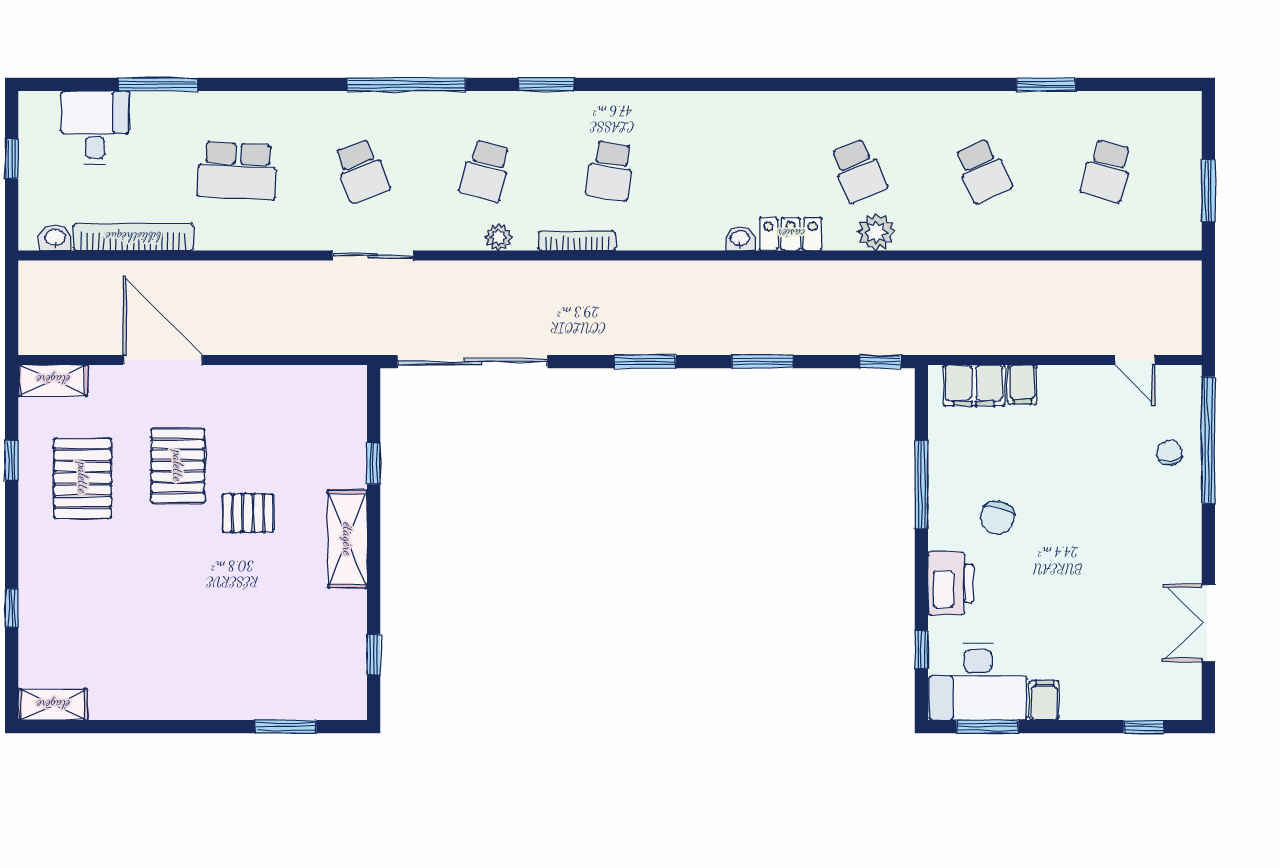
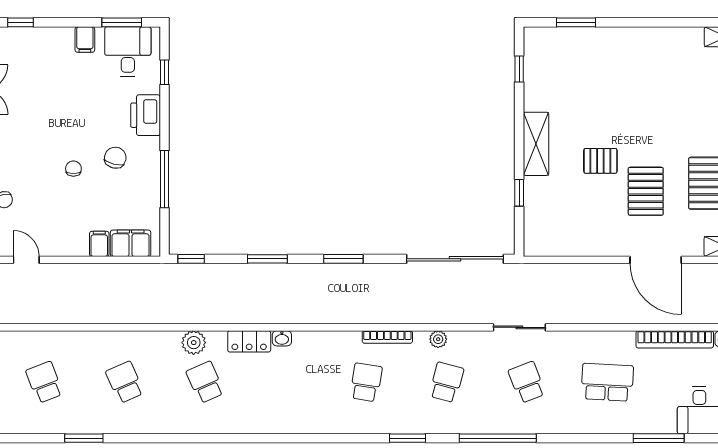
school desk: (1107, 171) -> (44, 382), turned -36
chair: (1062, 501) -> (73, 169), added
desk: (978, 682) -> (128, 52), width x0.73

